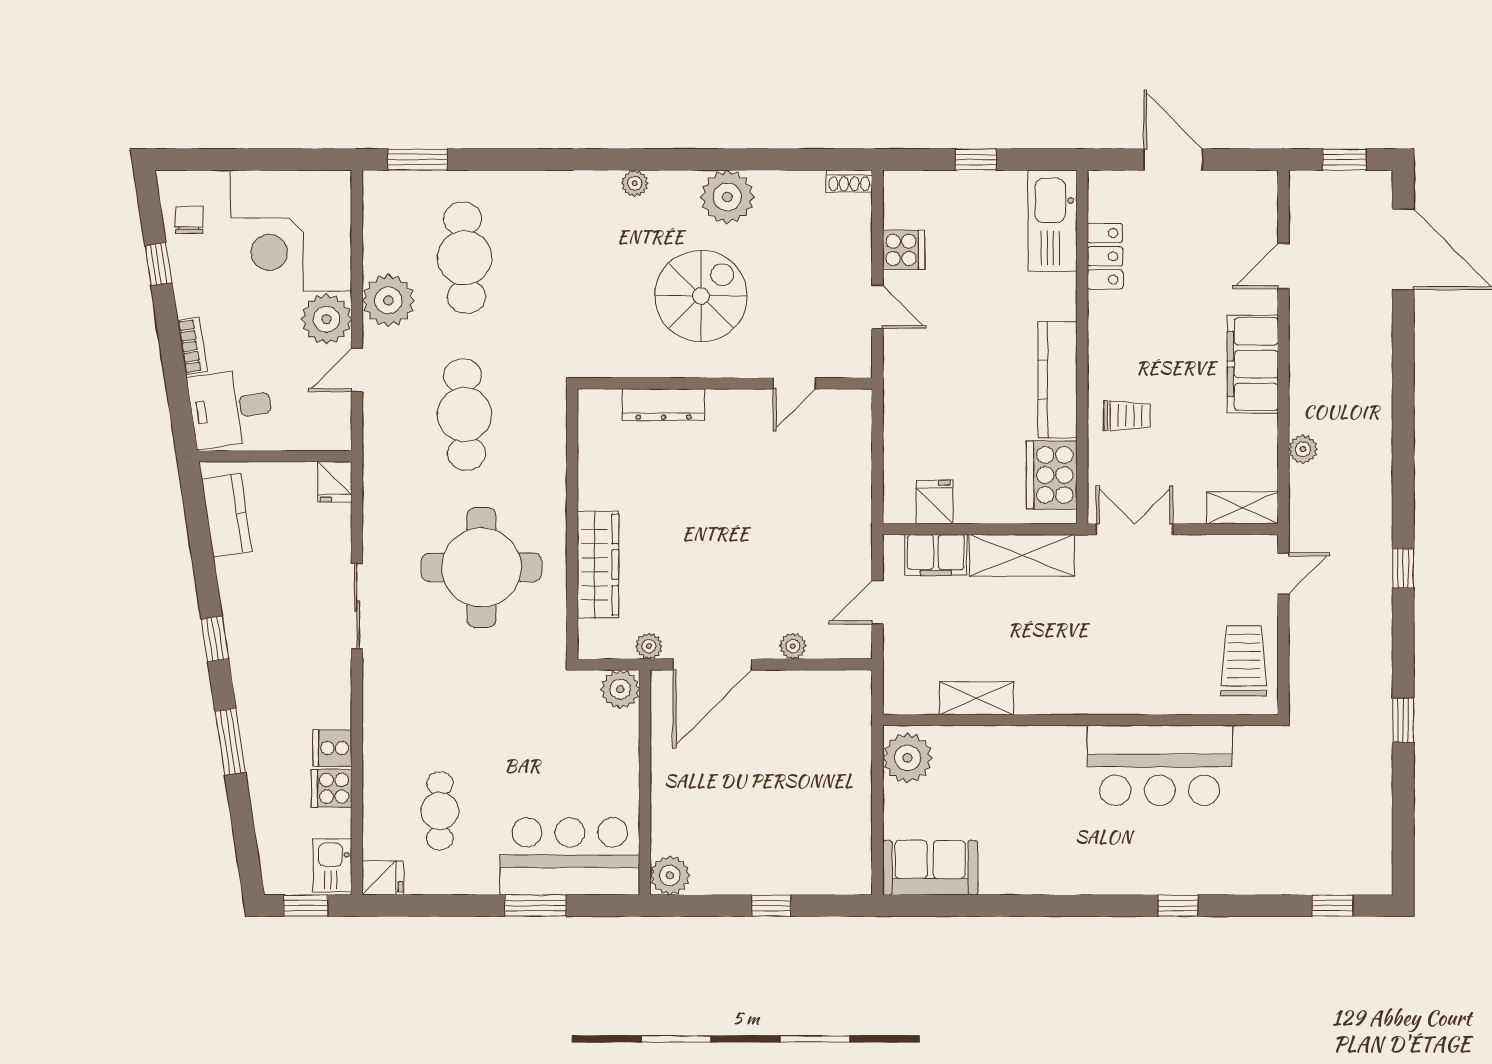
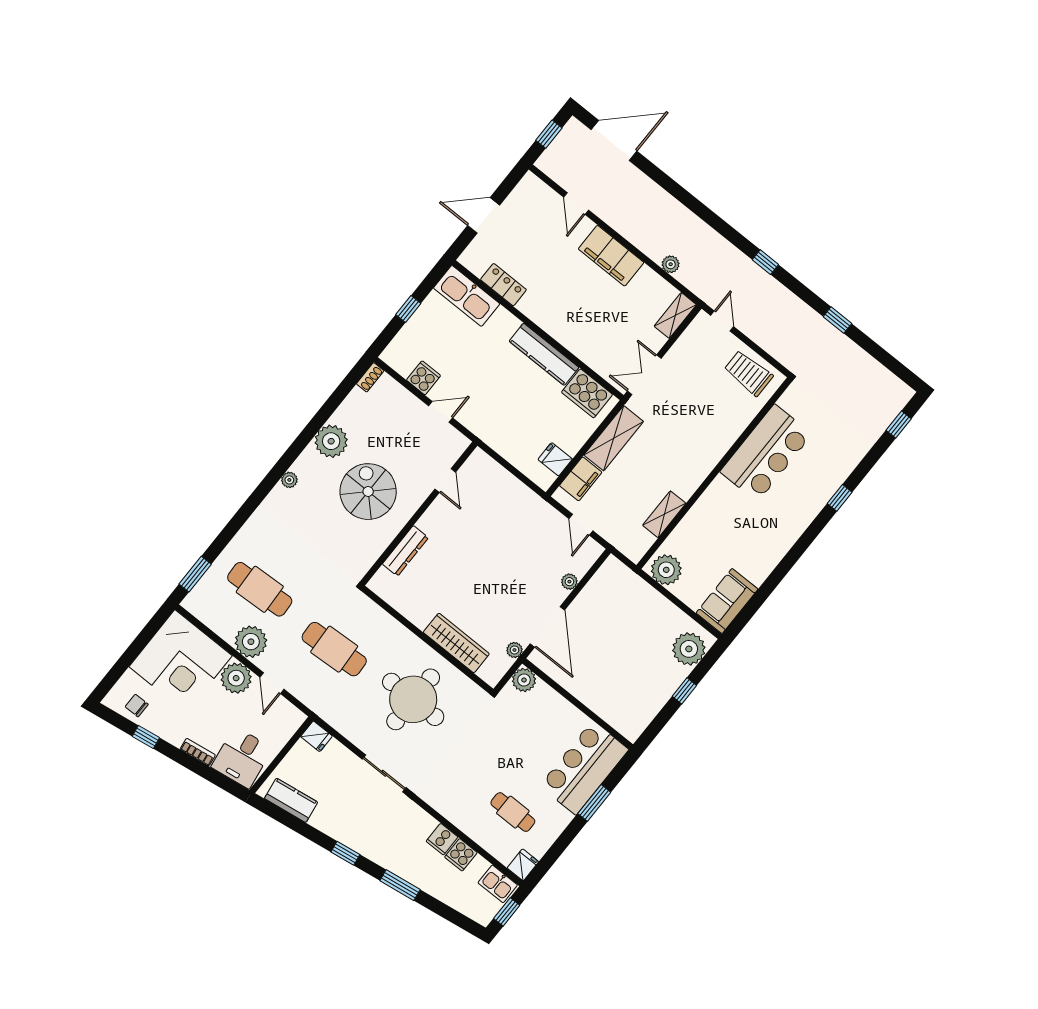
trolley: (1127, 416) -> (587, 335), removed
plant: (670, 875) -> (689, 649), moved, width x1.36, depth x1.36

